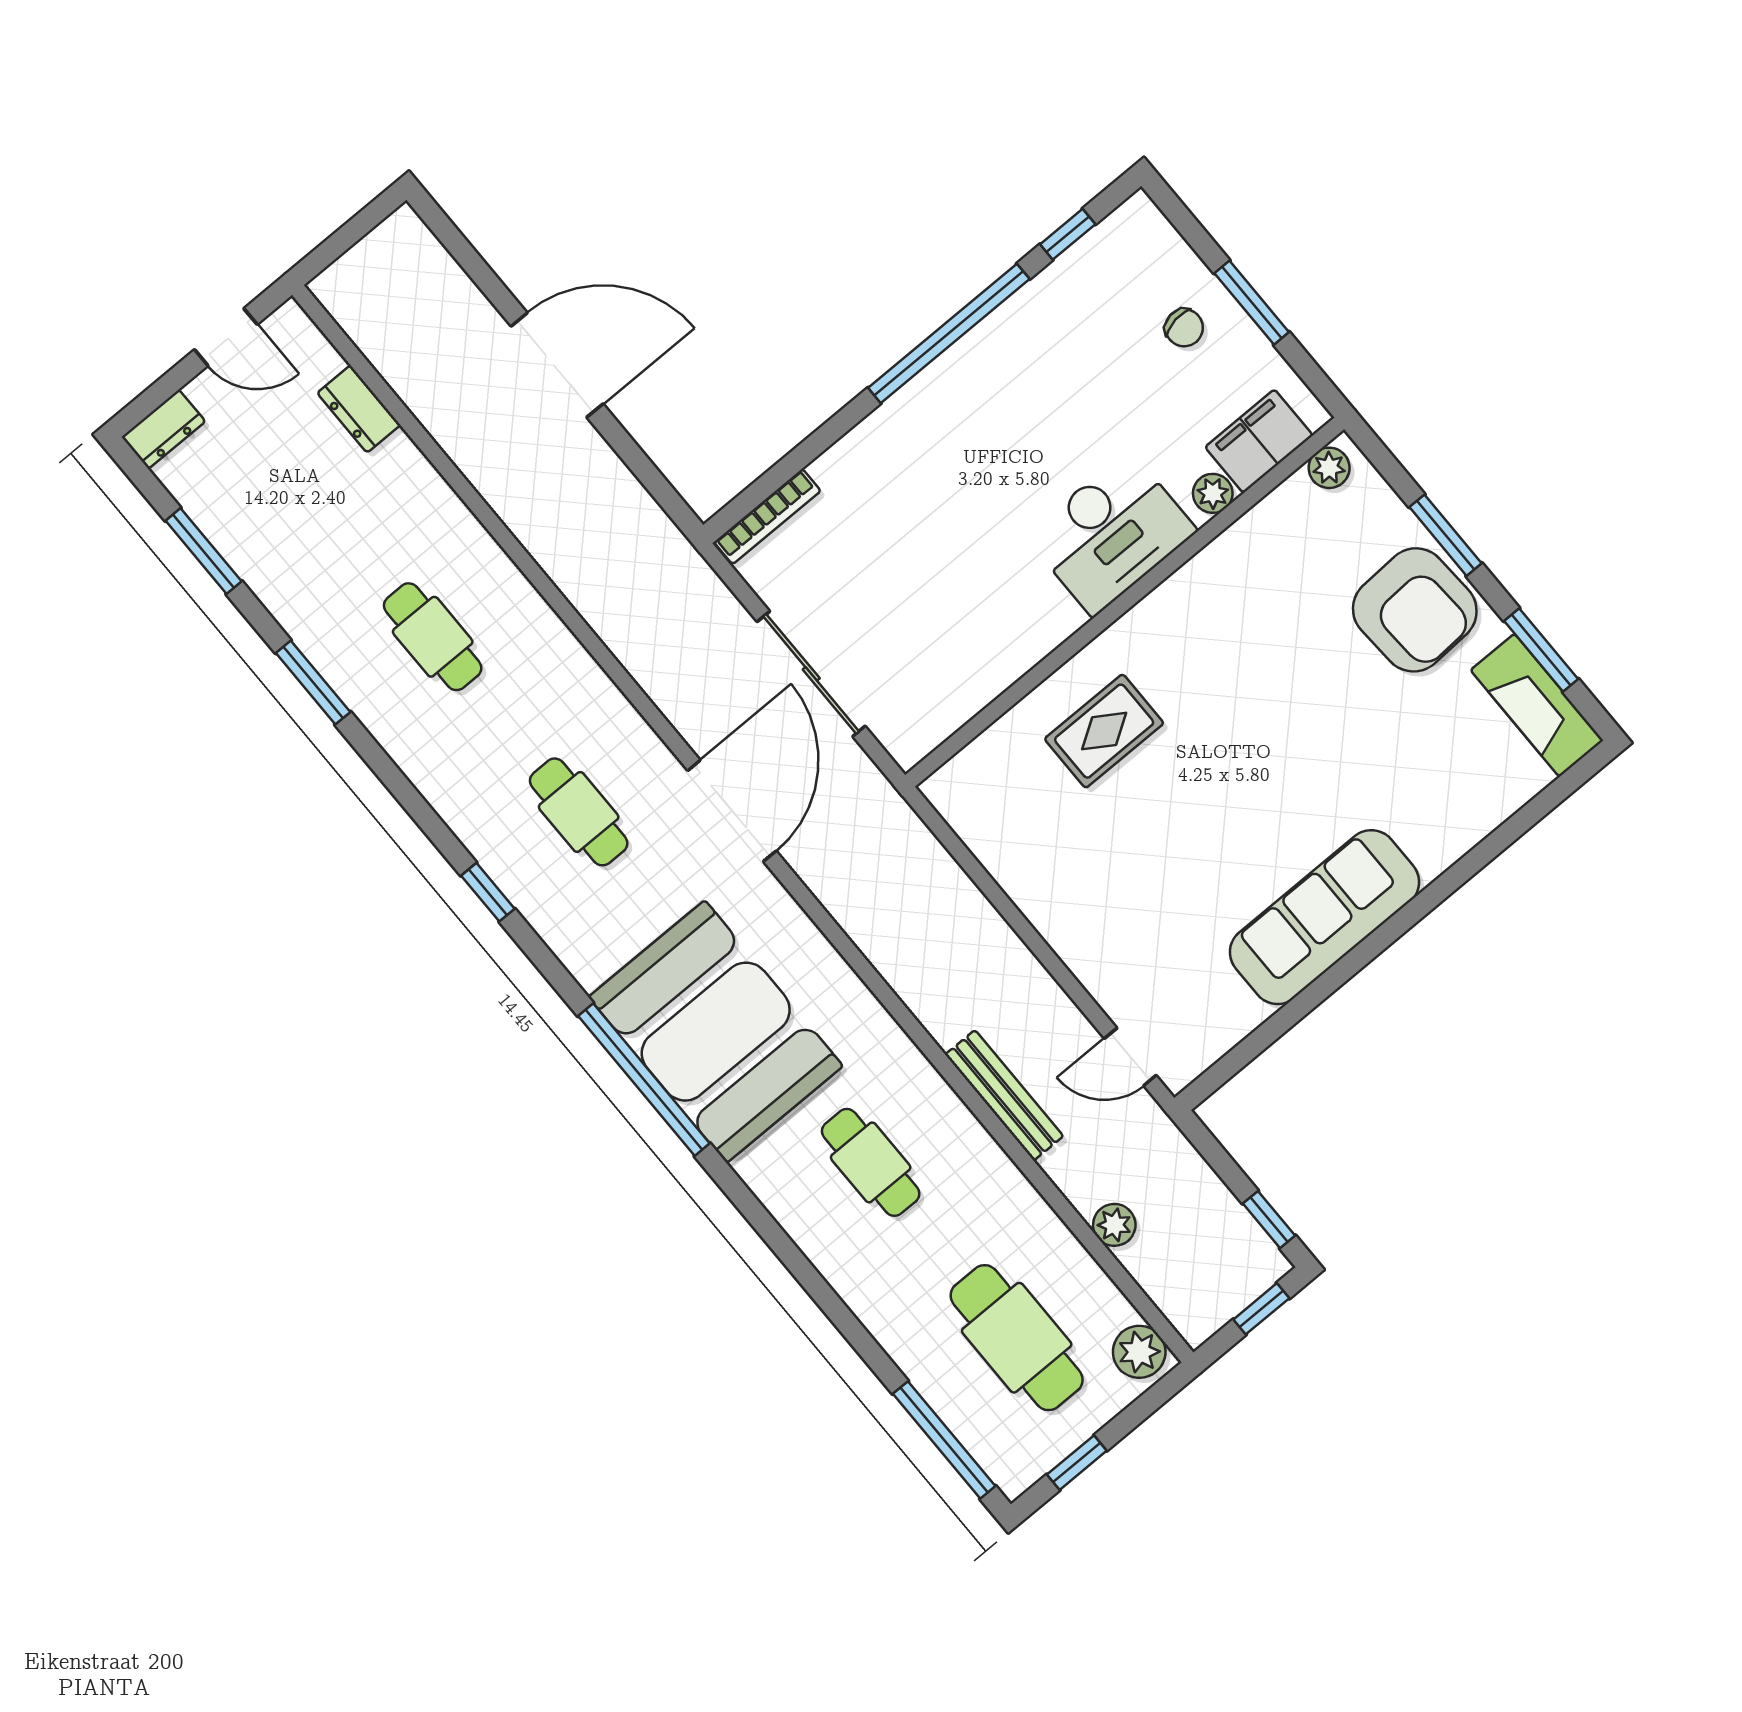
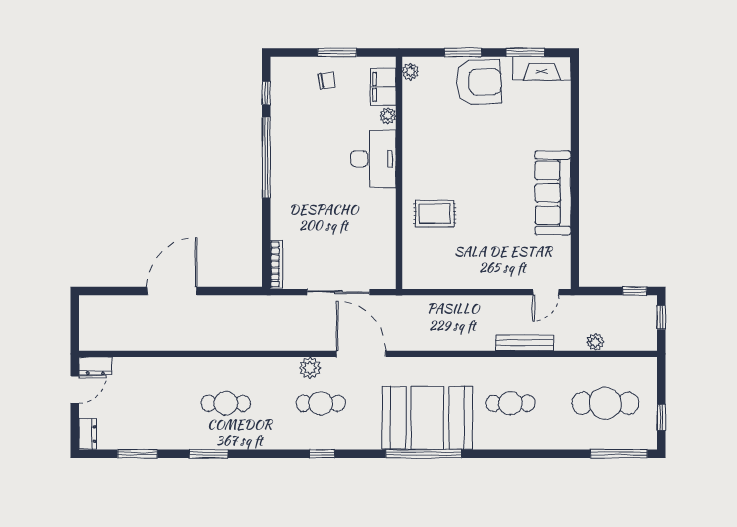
dresser: (359, 409) -> (95, 366), moved
rug: (1104, 731) -> (435, 214), turned 90
plant: (1139, 1352) -> (310, 368), moved

